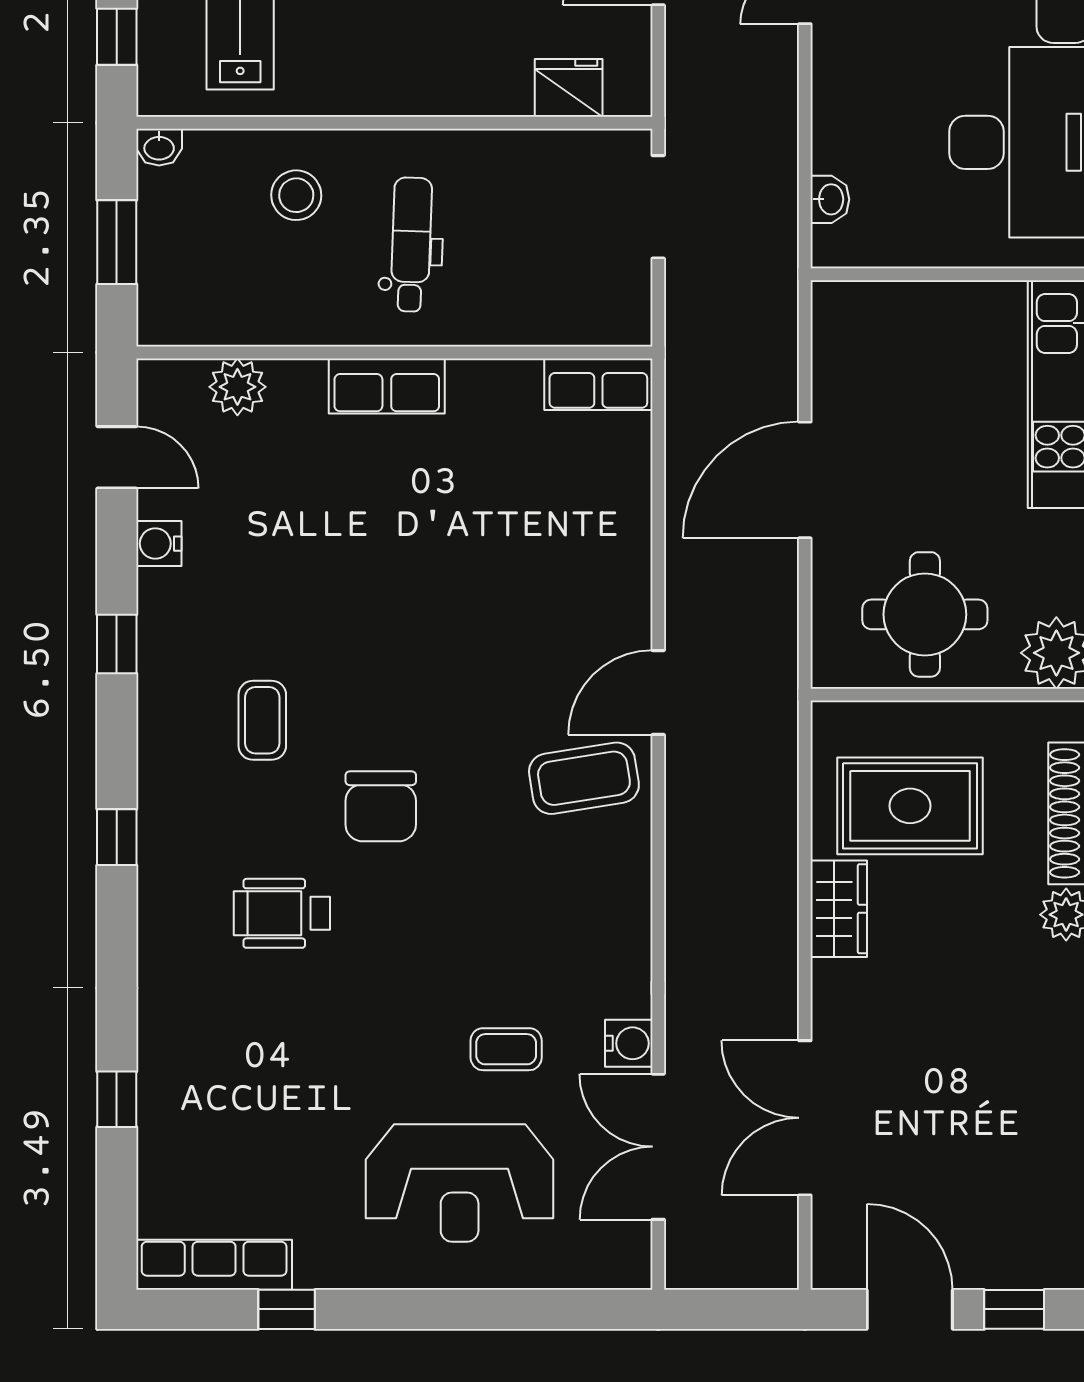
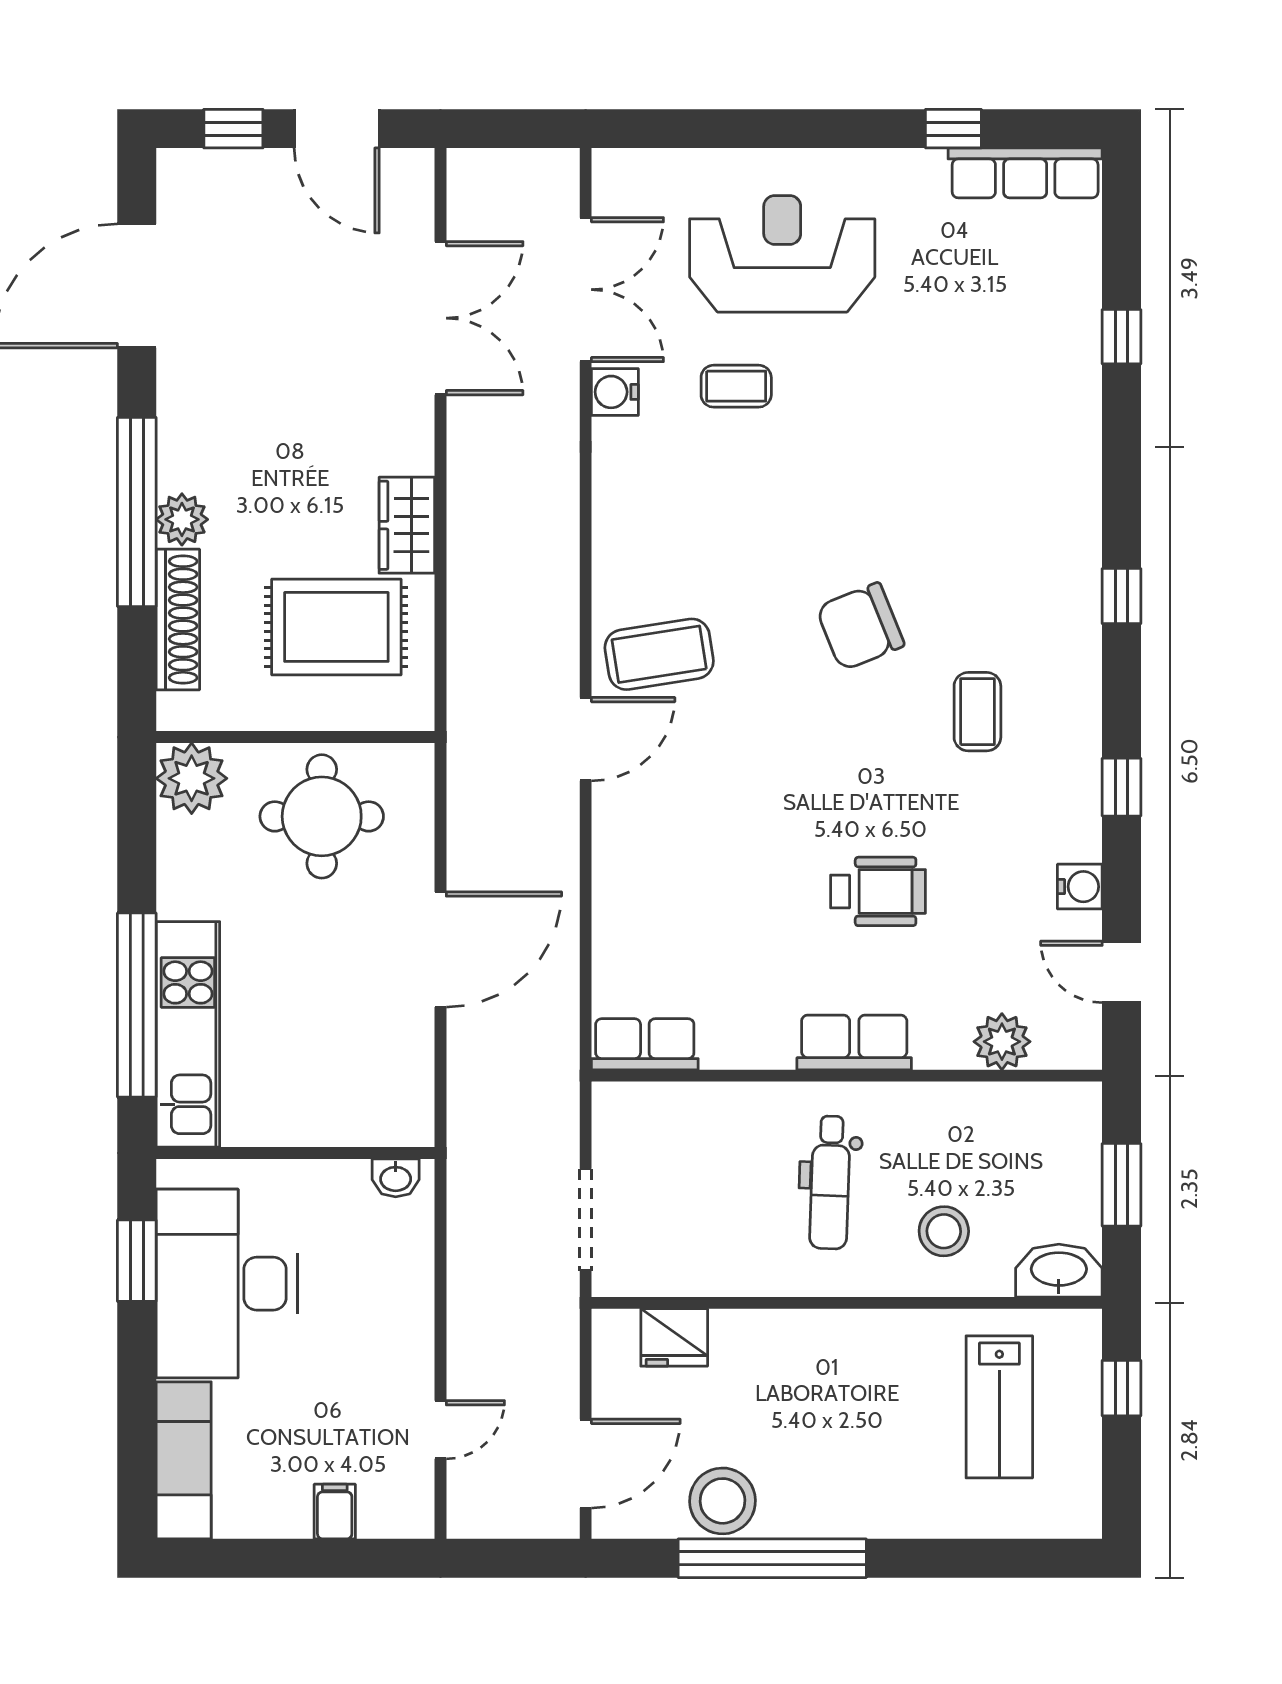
washbasin: (159, 147) -> (1059, 1271), width x1.91, depth x1.45
washbasin: (830, 199) -> (396, 1178), moved, turned -90
chair: (381, 806) -> (860, 626), turned -112
wheelchair: (282, 913) -> (878, 891), moved

